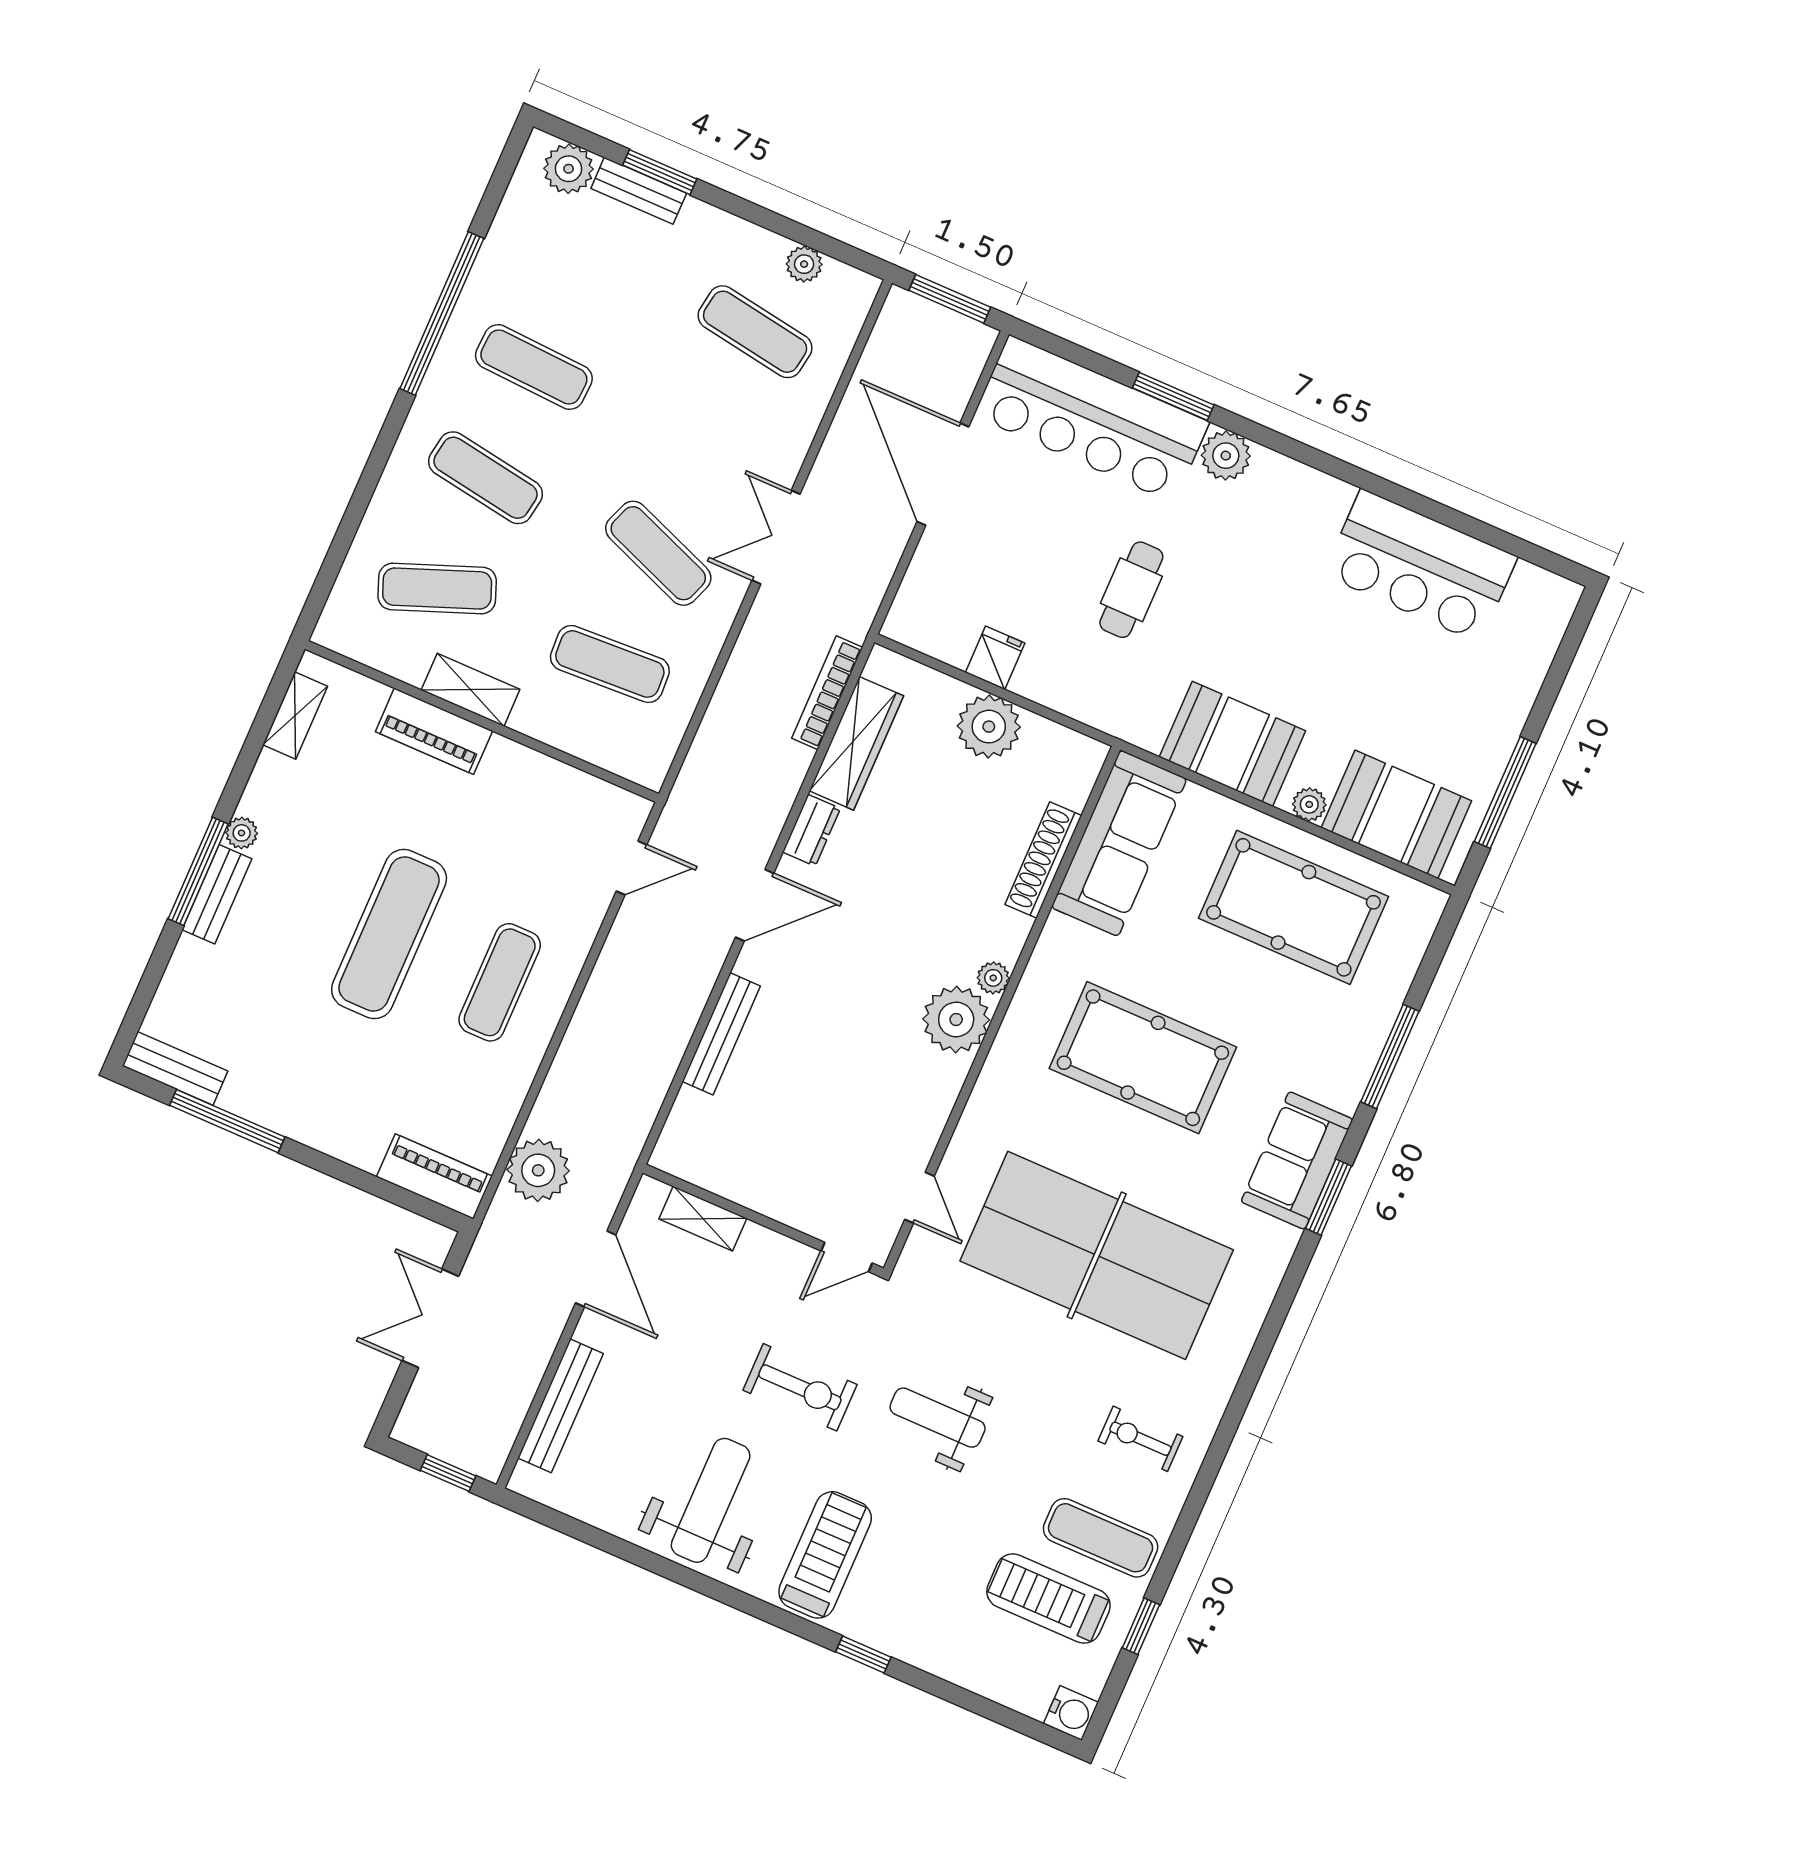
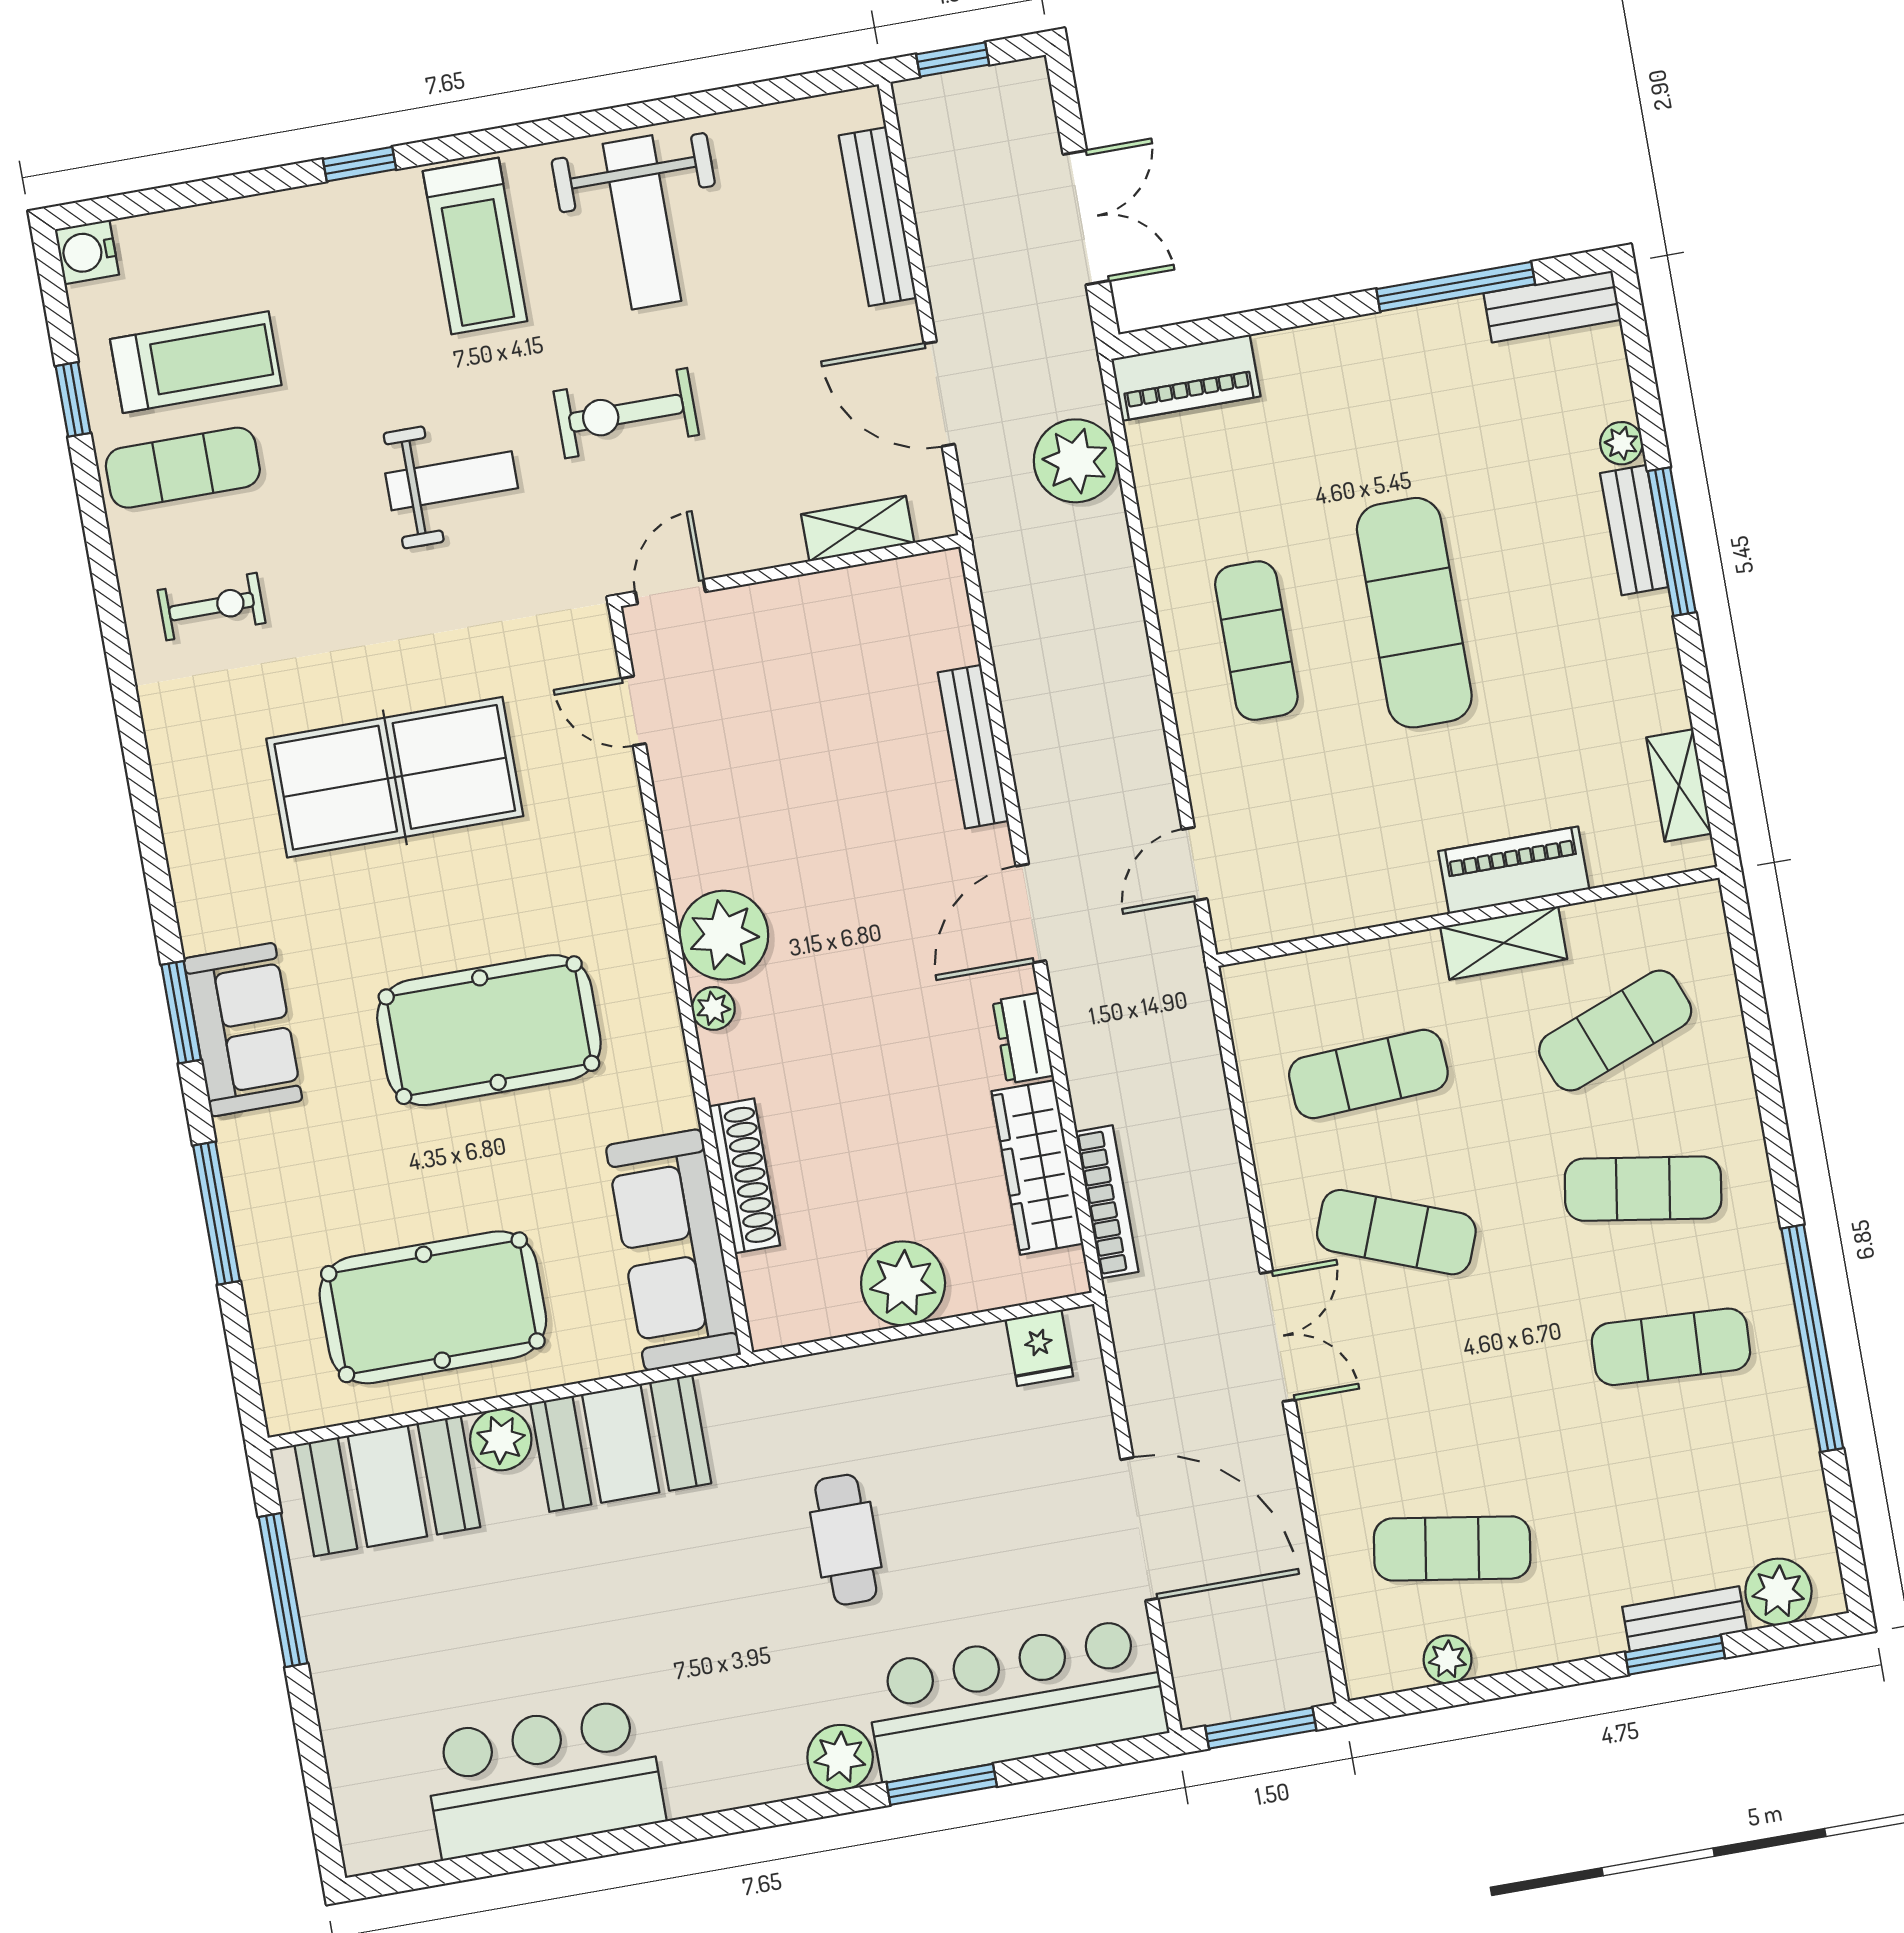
fridge: (995, 658) -> (1039, 1348), moved
plant: (1309, 804) -> (501, 1440), width x1.38, depth x1.38
plant: (242, 833) -> (1621, 443), moved
table tennis table: (1097, 1255) -> (395, 777), width x0.73, depth x0.76

